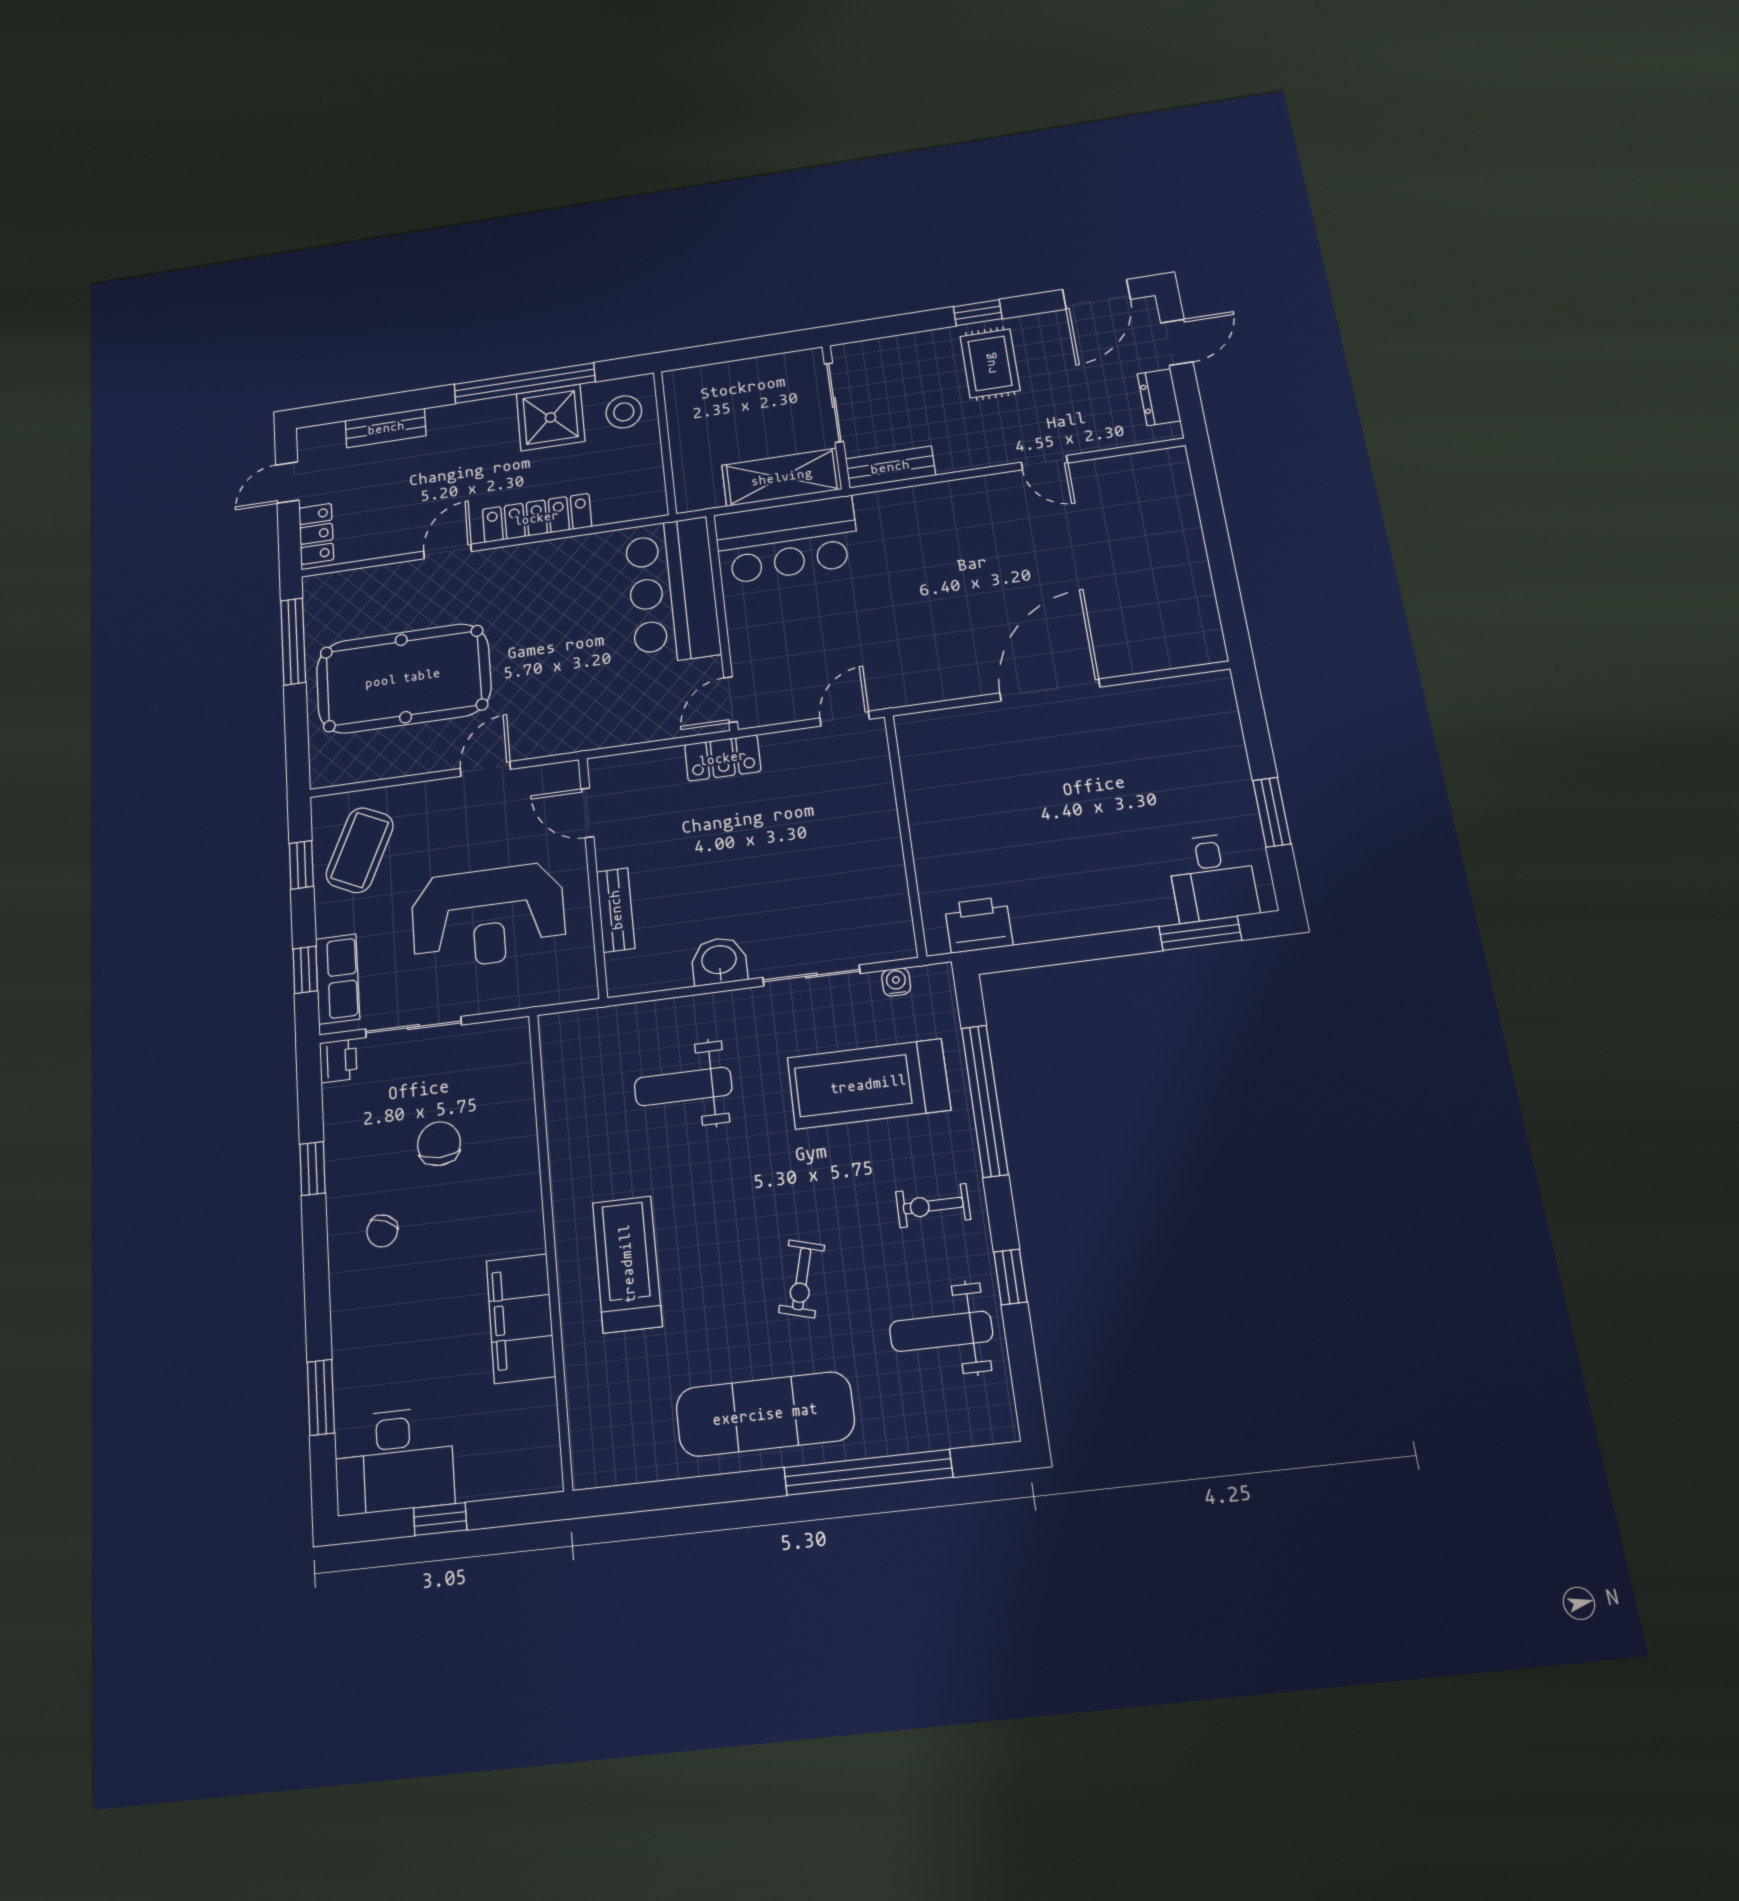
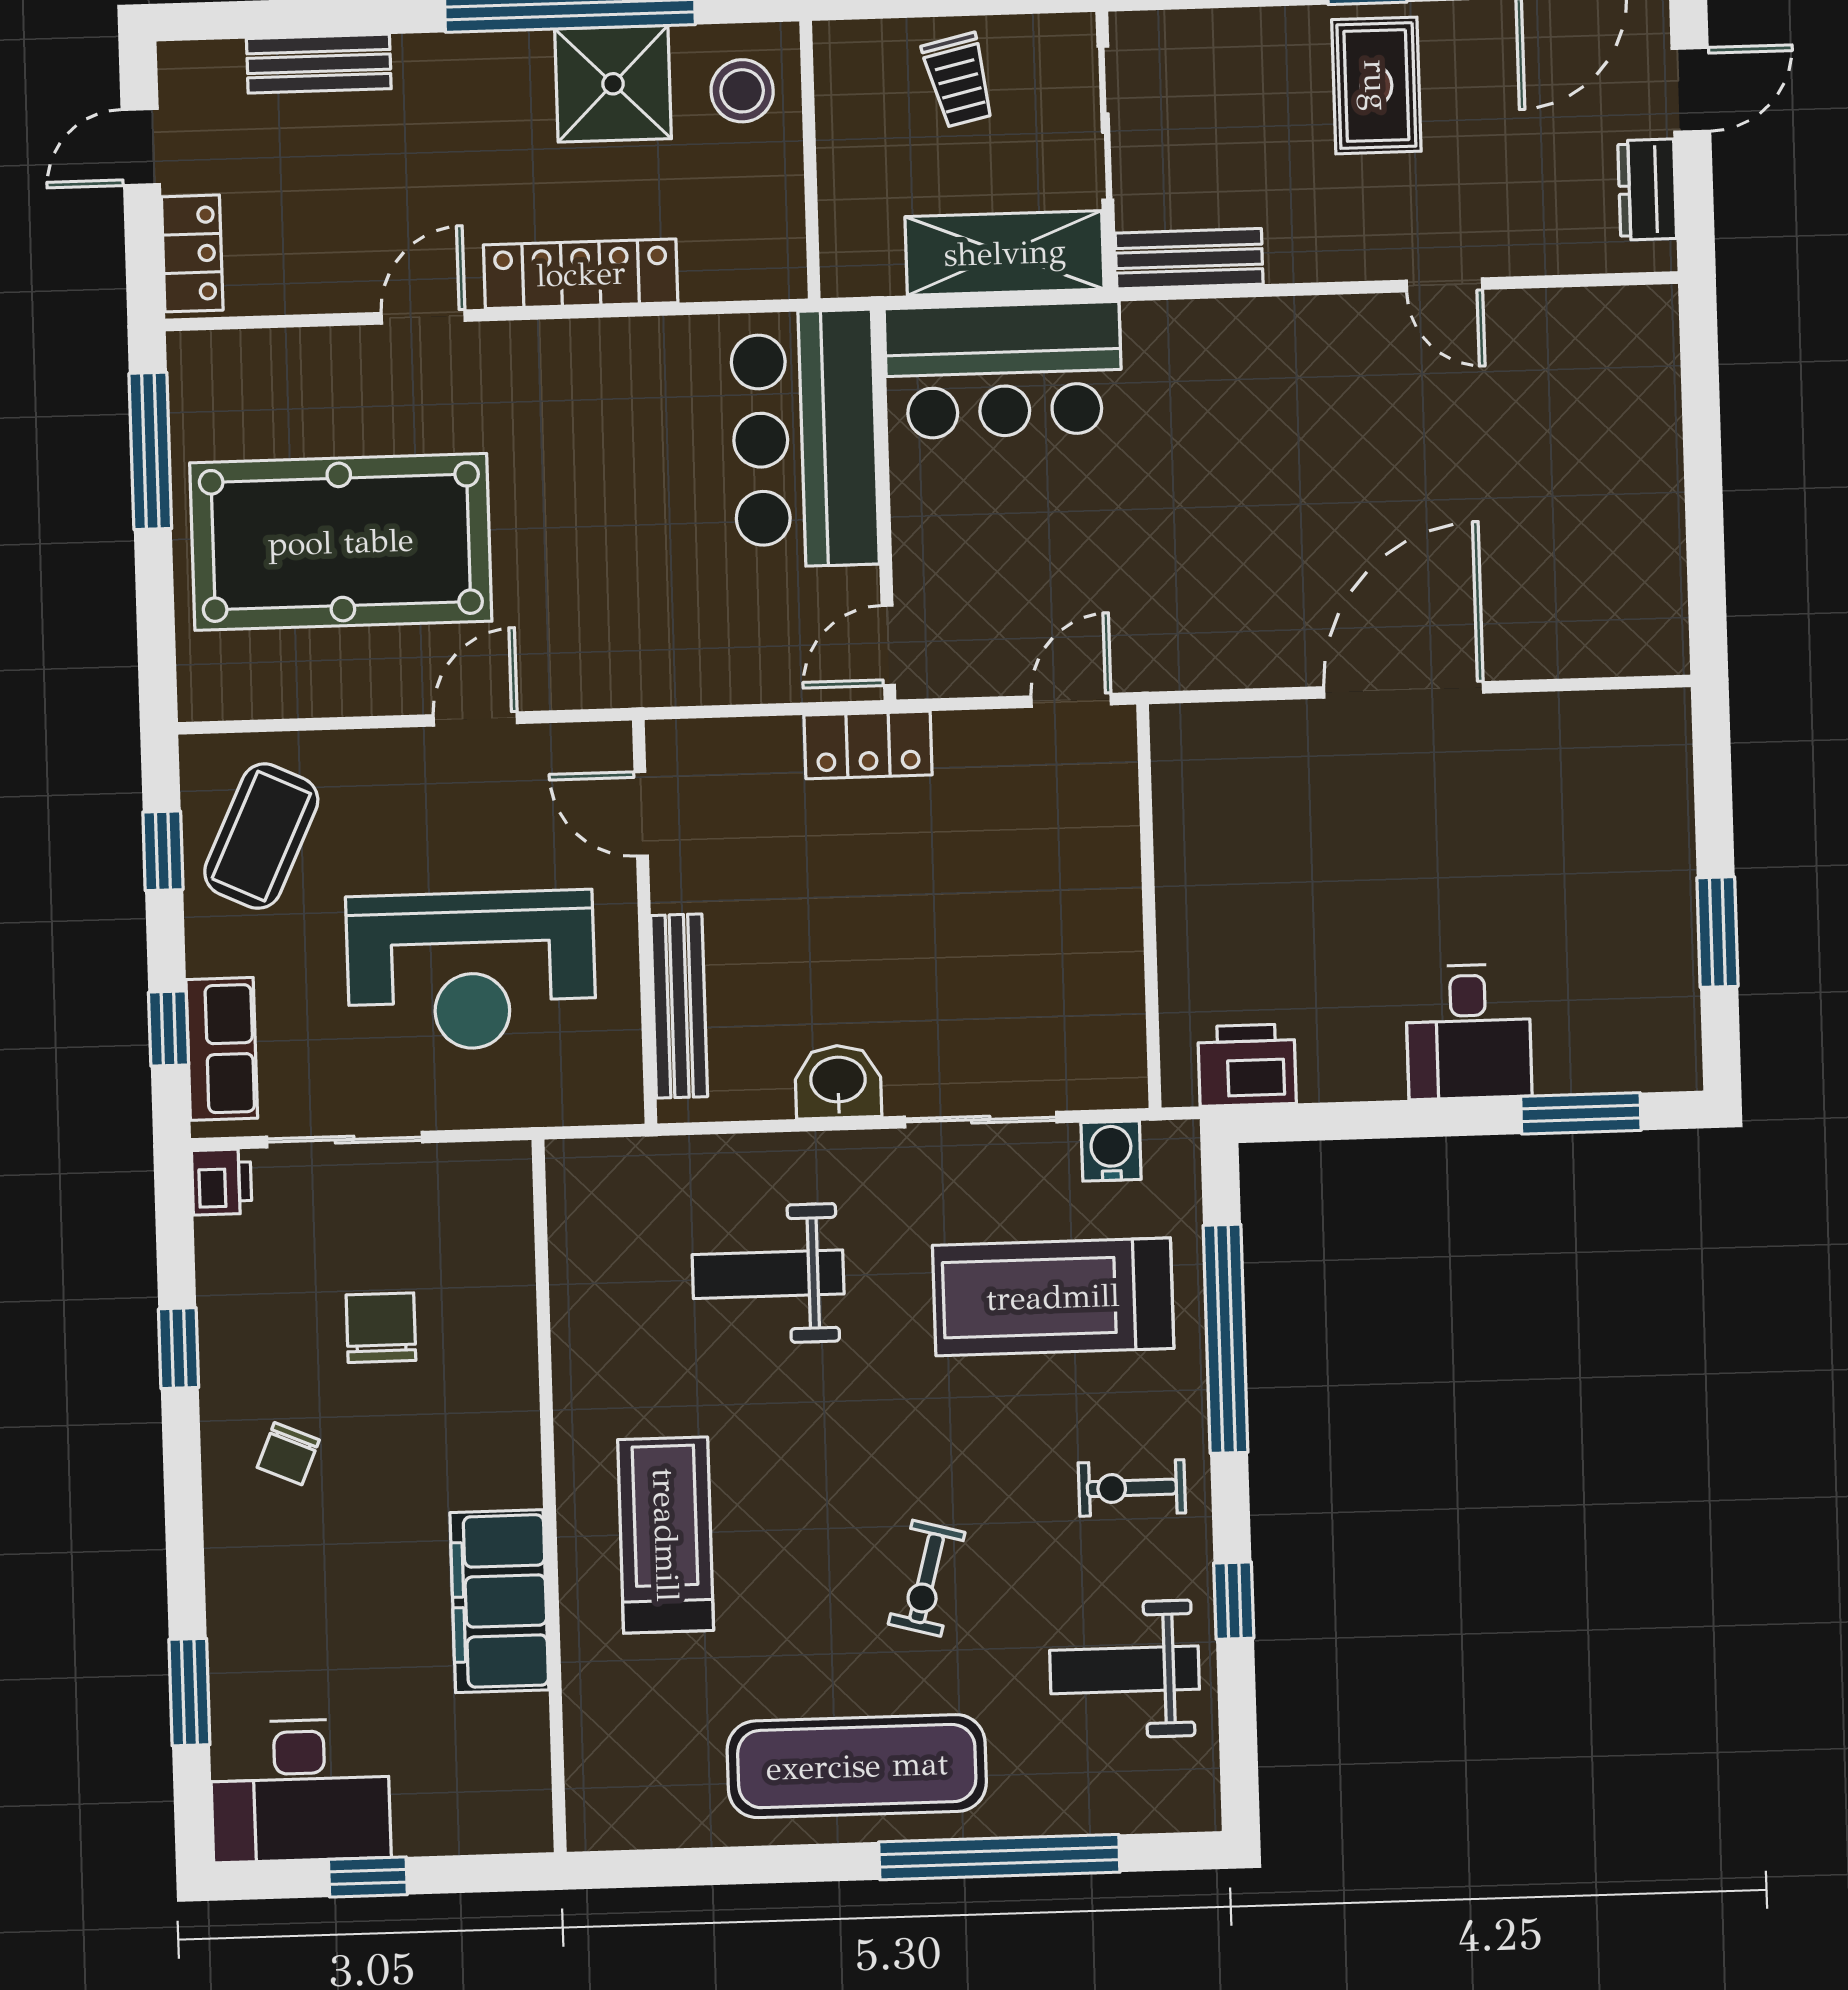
trolley: (747, 391) -> (959, 80), added
desk: (1212, 877) -> (1469, 1032), moved
bench: (616, 910) -> (679, 1006), width x1.36
water cooler: (896, 982) -> (1111, 1151), width x1.38, depth x1.38

